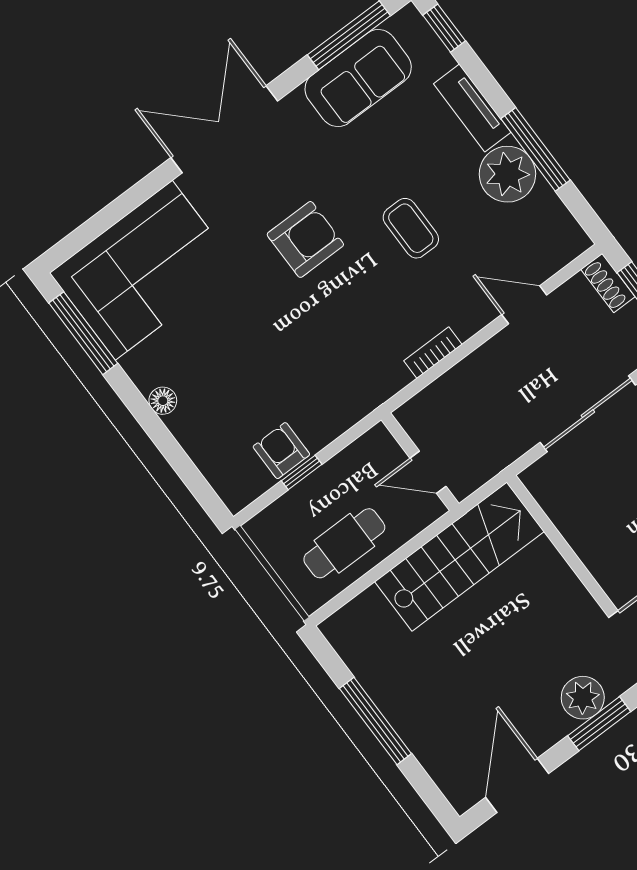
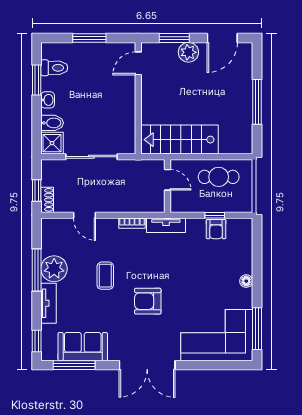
tv unit: (372, 393) -> (166, 225), added
plant: (583, 698) -> (188, 52), moved

